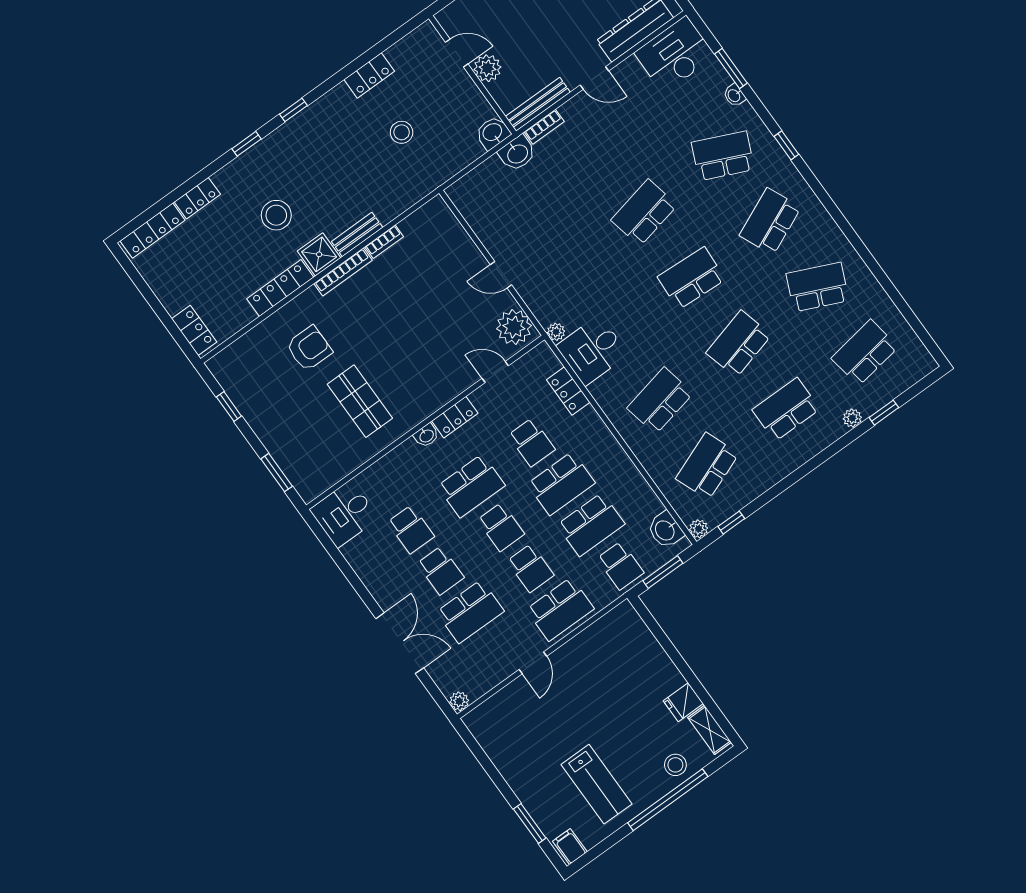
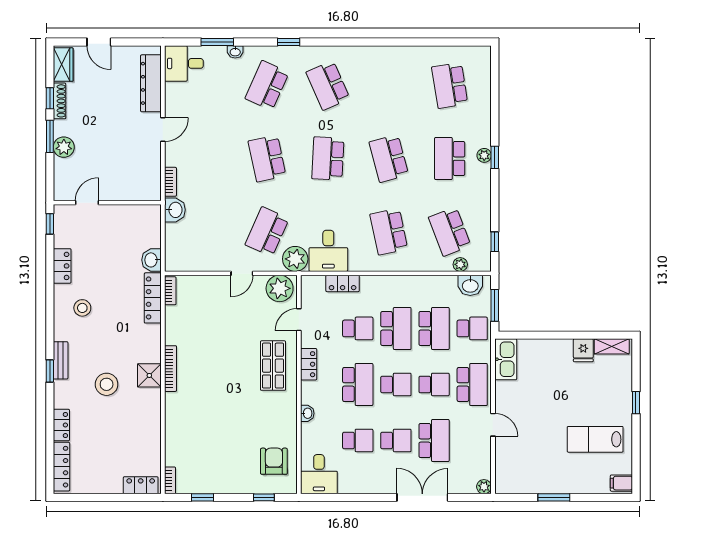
desk: (675, 54) -> (184, 63), width x0.73
plant: (487, 68) -> (110, 191), removed
bench: (538, 104) -> (154, 176), removed
window: (294, 110) -> (50, 224), moved
stool: (402, 132) -> (82, 308), moved
washbasin: (493, 133) -> (152, 260), moved
bench: (357, 234) -> (61, 360), moved
bookcase: (384, 242) -> (170, 291), moved
school desk: (817, 287) -> (267, 232), moved
locker: (280, 288) -> (153, 298), moved
plant: (556, 332) -> (295, 259), width x1.87, depth x1.87
armchair: (309, 348) -> (274, 461), moved
bookcase: (222, 358) -> (170, 480), added
shop shelf: (360, 401) -> (273, 366), moved, turned 90
window: (884, 413) -> (495, 157), moved
plant: (852, 418) -> (484, 155), moved
washbasin: (426, 436) -> (307, 413), moved
window: (277, 473) -> (264, 497), width x0.67
plant: (699, 529) -> (460, 264), moved
kitchen sink: (613, 626) -> (506, 359), added
stool: (675, 765) -> (618, 383), removed
lab bench: (597, 784) -> (595, 439), turned 180
window: (668, 800) -> (636, 403), width x0.32
window: (530, 823) -> (554, 497), moved

